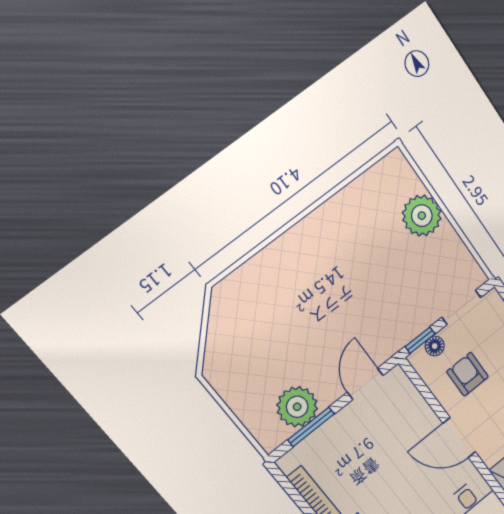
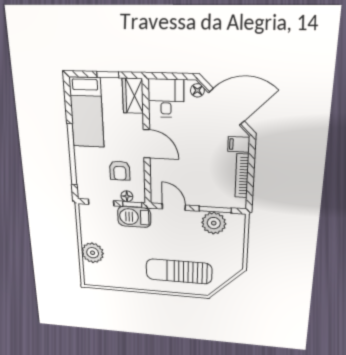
sun lounger: (283, 291) -> (179, 271), added
barbecue: (405, 324) -> (134, 217), added
door: (365, 384) -> (174, 207), swing flipped

